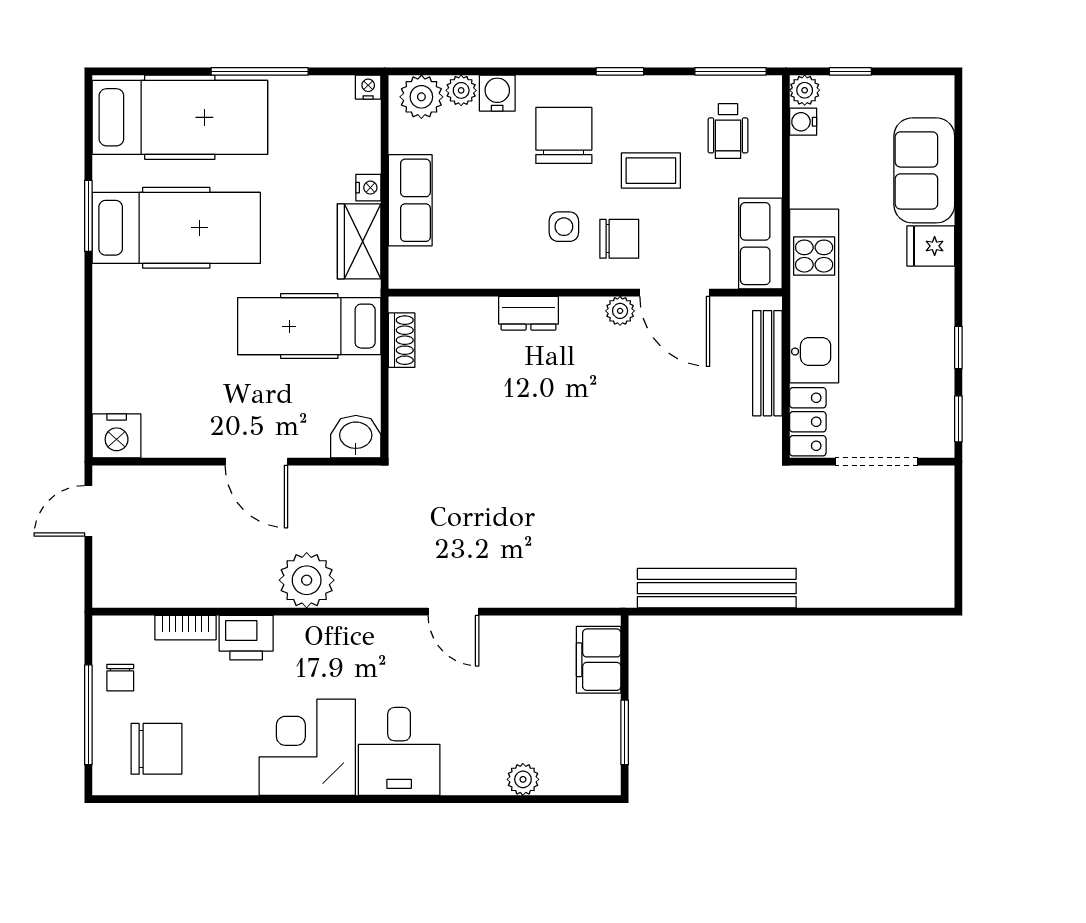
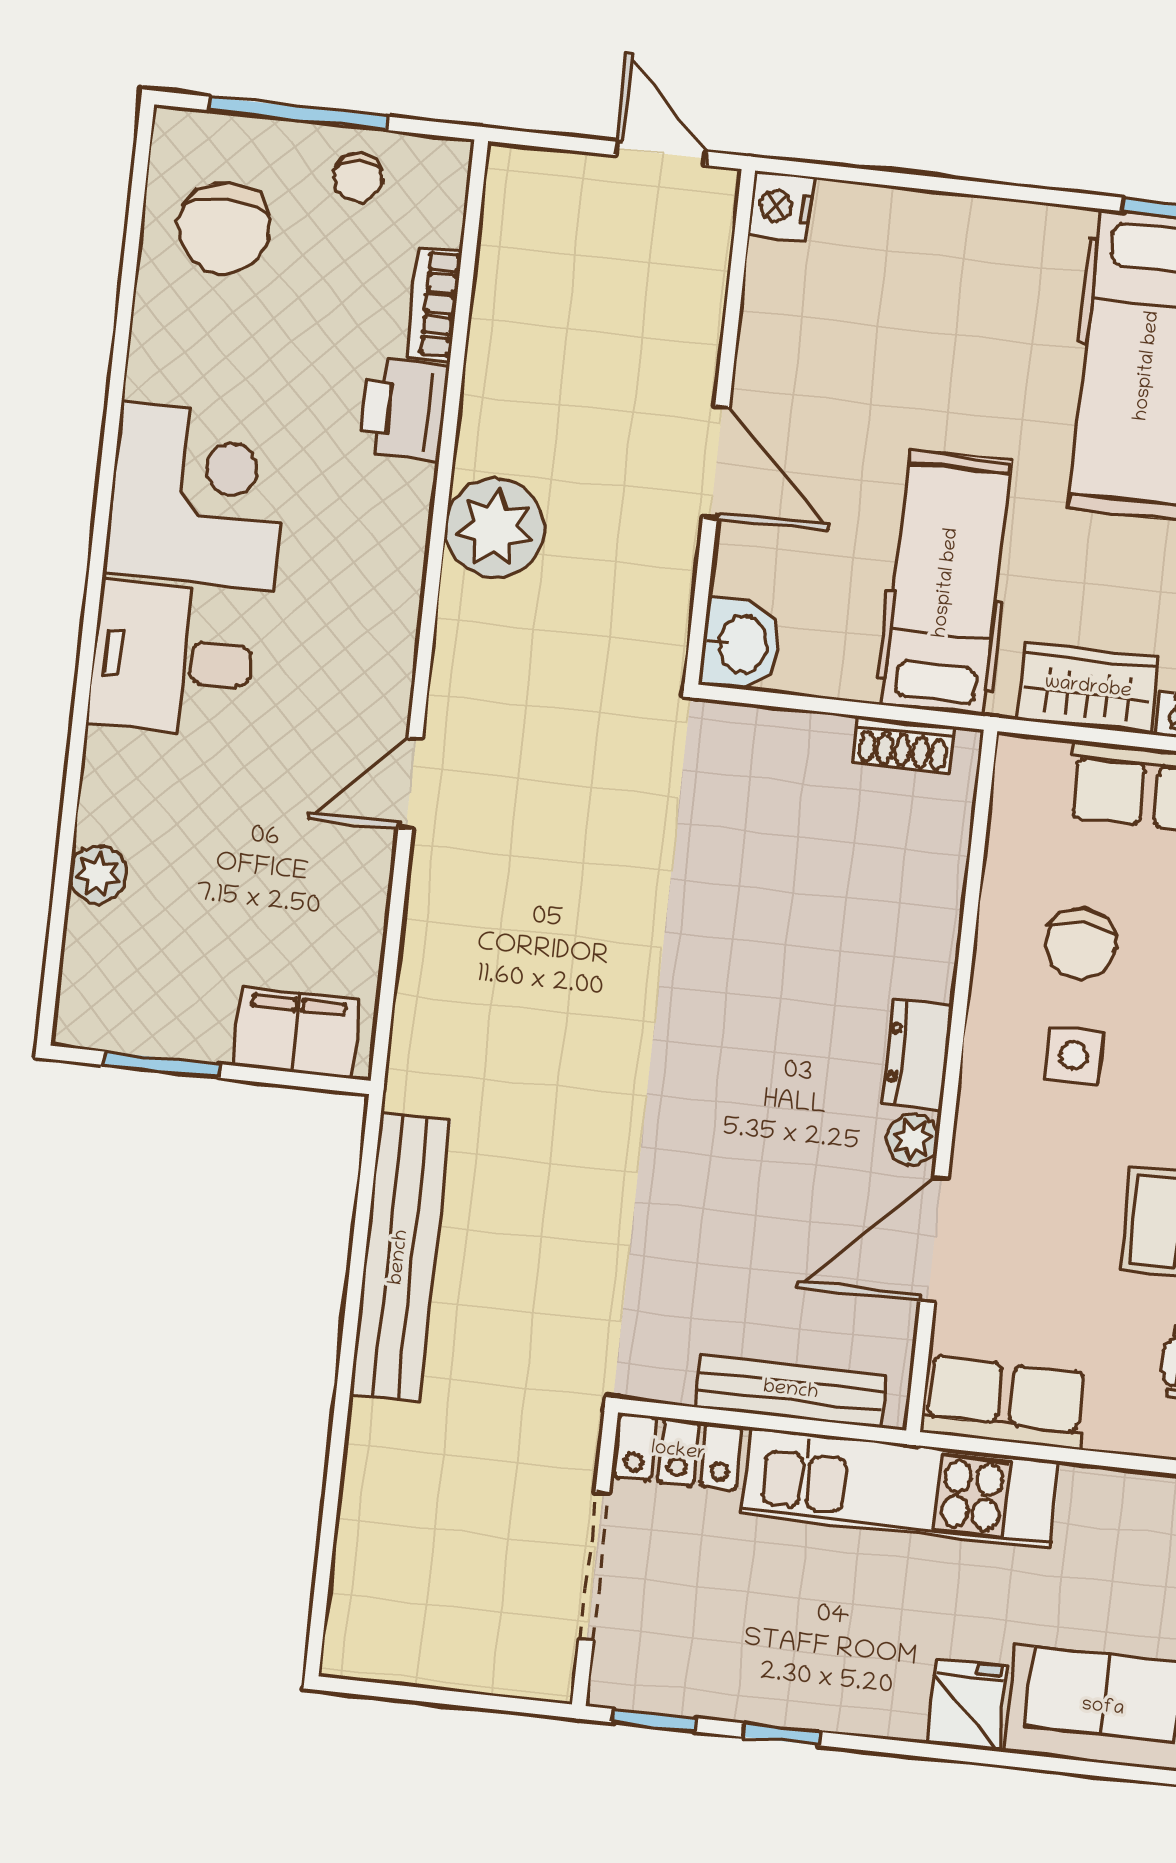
chair: (619, 239) -> (1080, 944), moved
dresser: (528, 313) -> (918, 1055), moved
nightstand: (117, 436) -> (781, 206), width x0.74, depth x0.75
door: (256, 462) -> (716, 462), swing flipped
chair: (120, 678) -> (358, 178), turned -90

